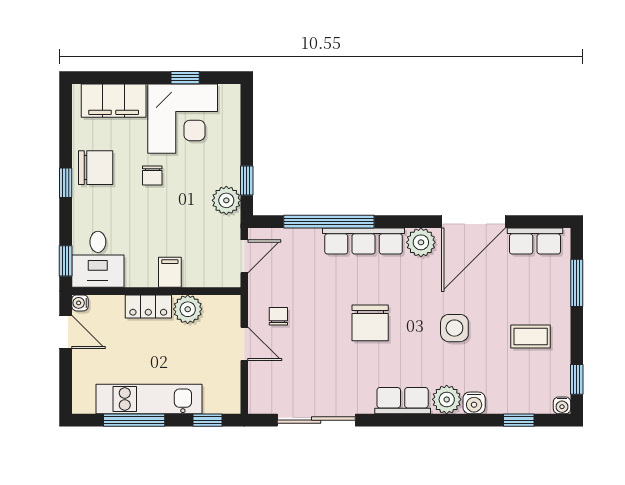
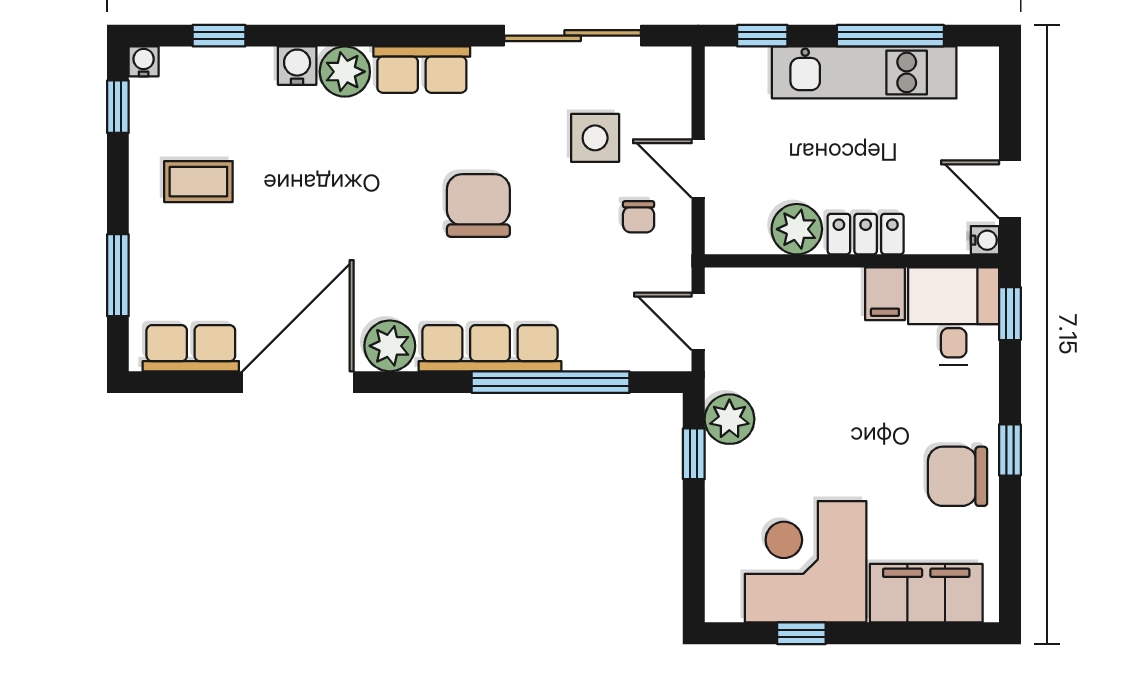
chair: (152, 176) -> (859, 462), removed
door: (244, 256) -> (698, 321), hinge flipped
filing cabinet: (170, 272) -> (885, 294), moved
side table: (454, 328) -> (595, 138), moved

